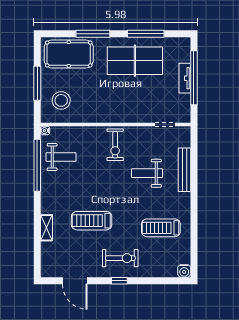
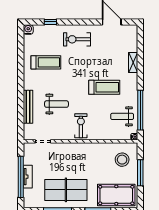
treadmill: (92, 221) -> (104, 87), moved
window: (119, 281) -> (50, 22), moved

